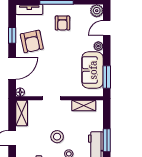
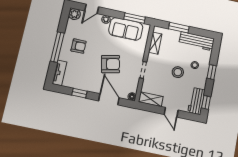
door: (107, 28) -> (92, 9), hinge flipped
armchair: (32, 41) -> (111, 64), moved
window: (107, 140) -> (179, 28), moved

